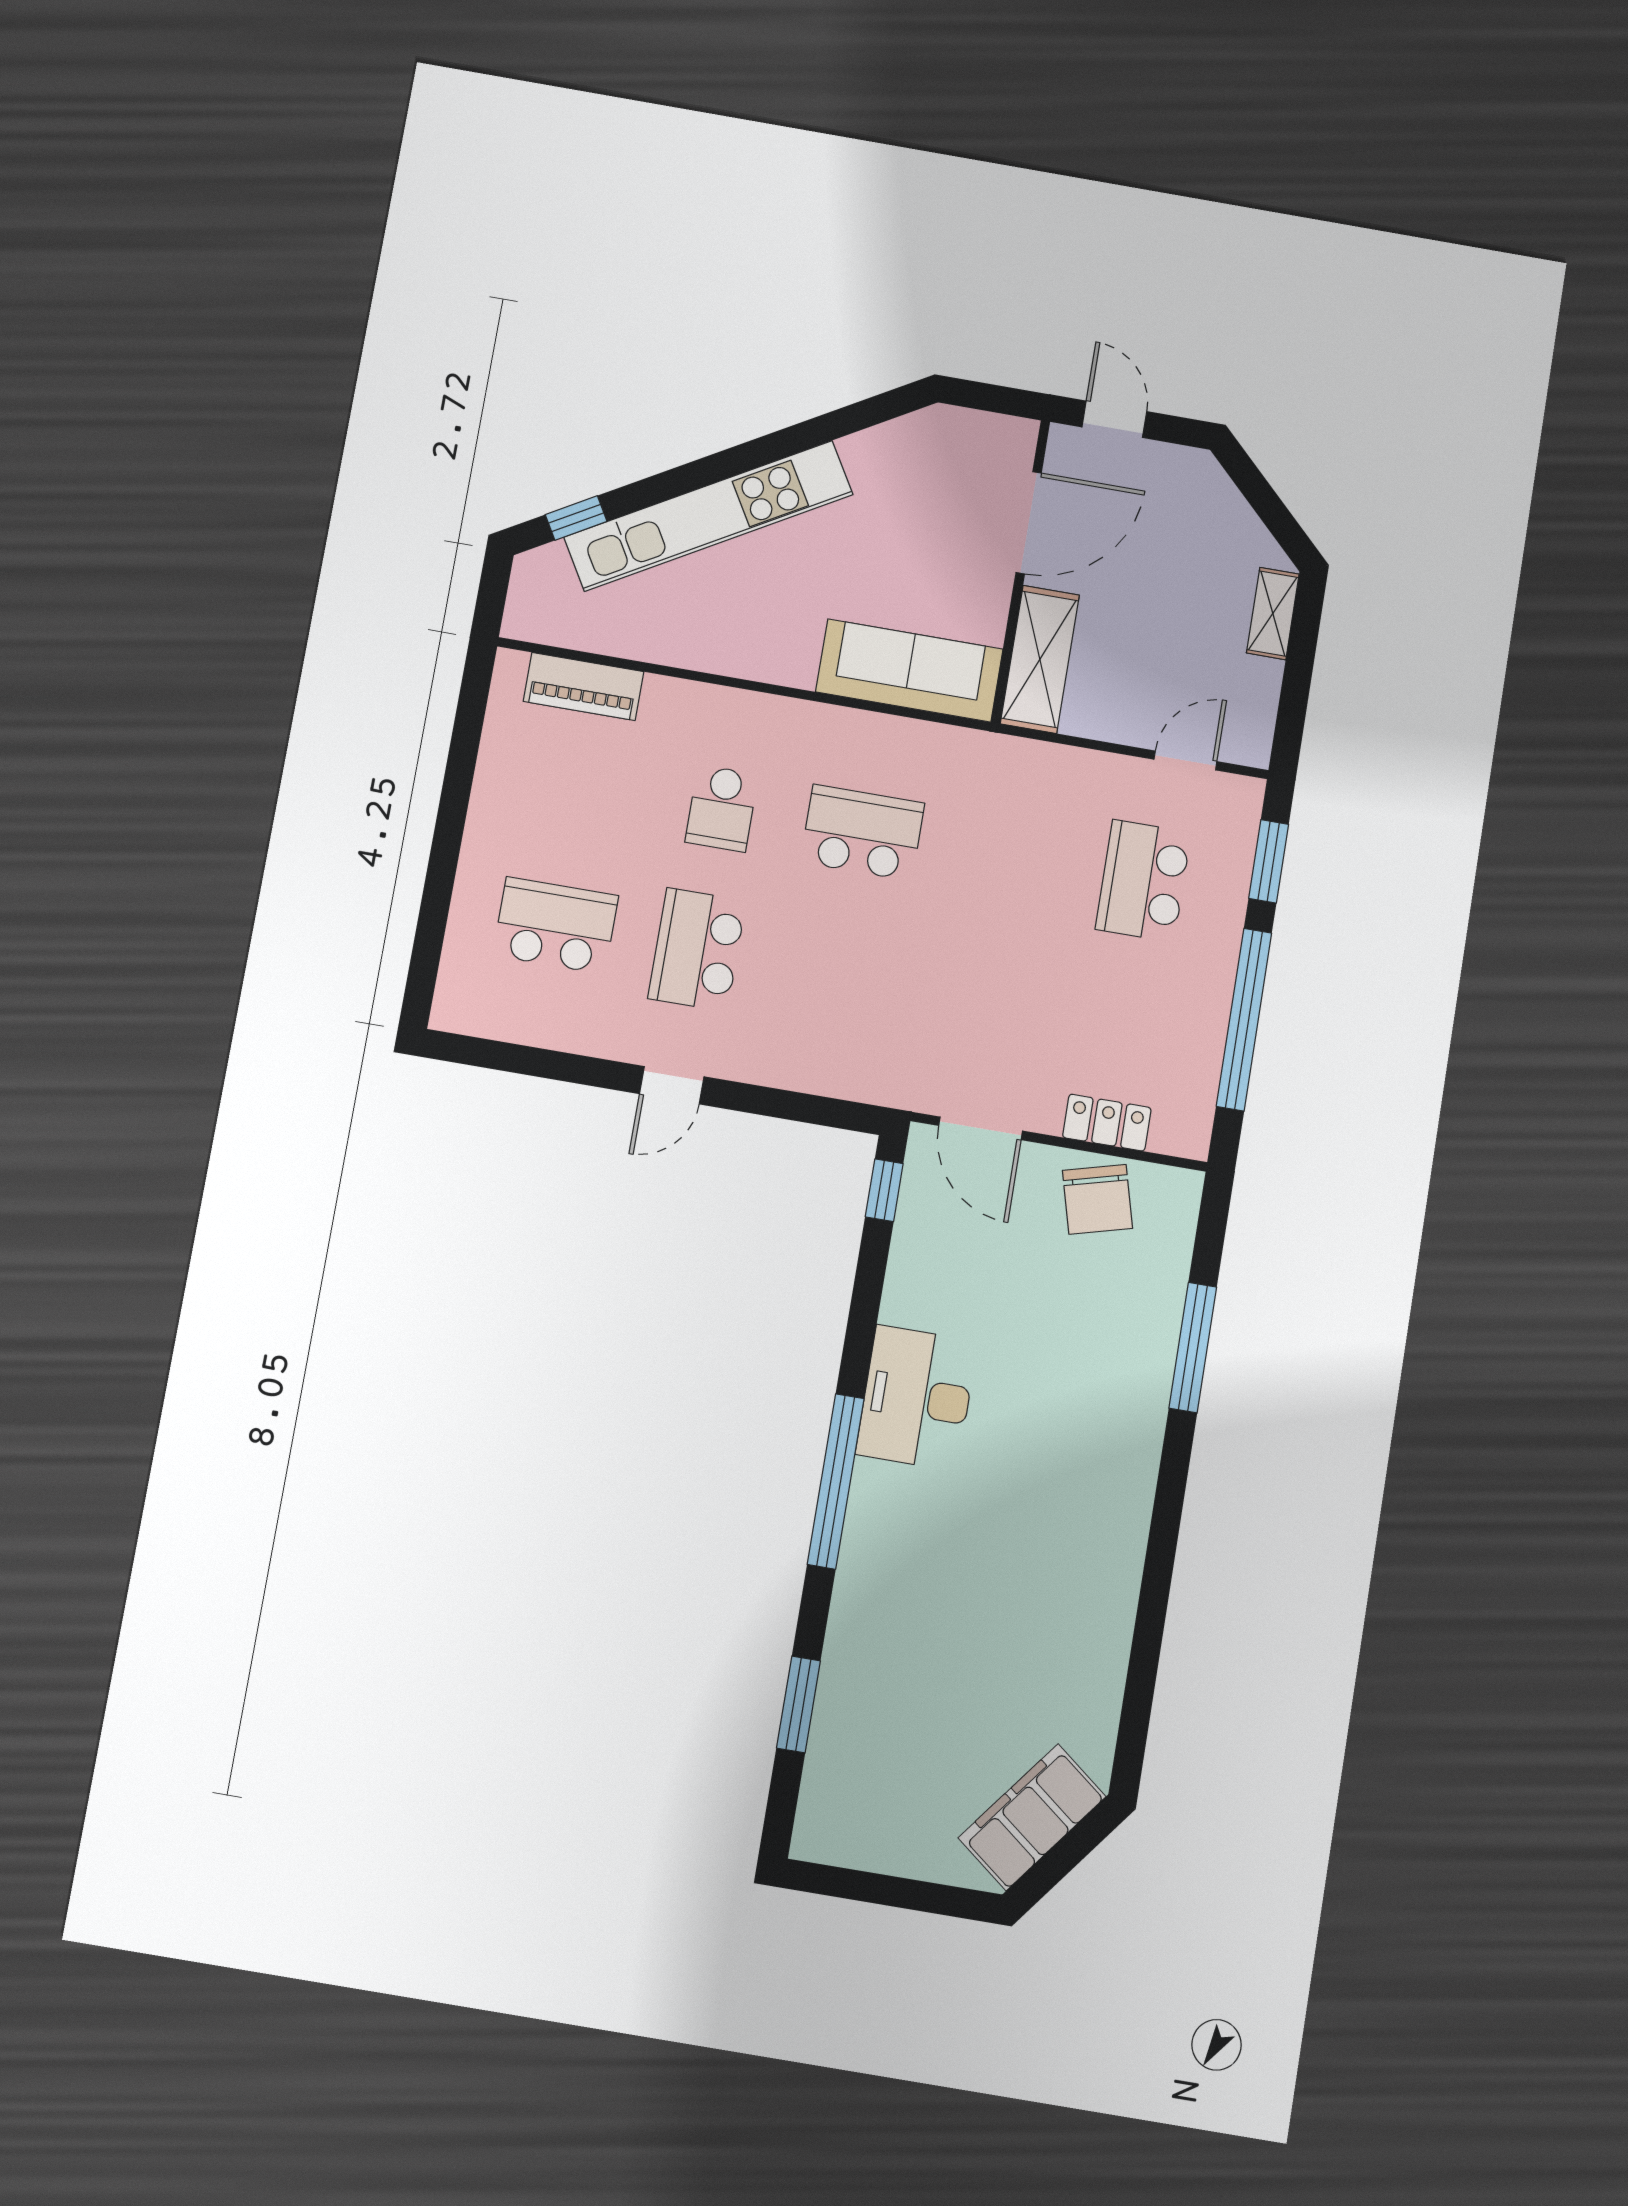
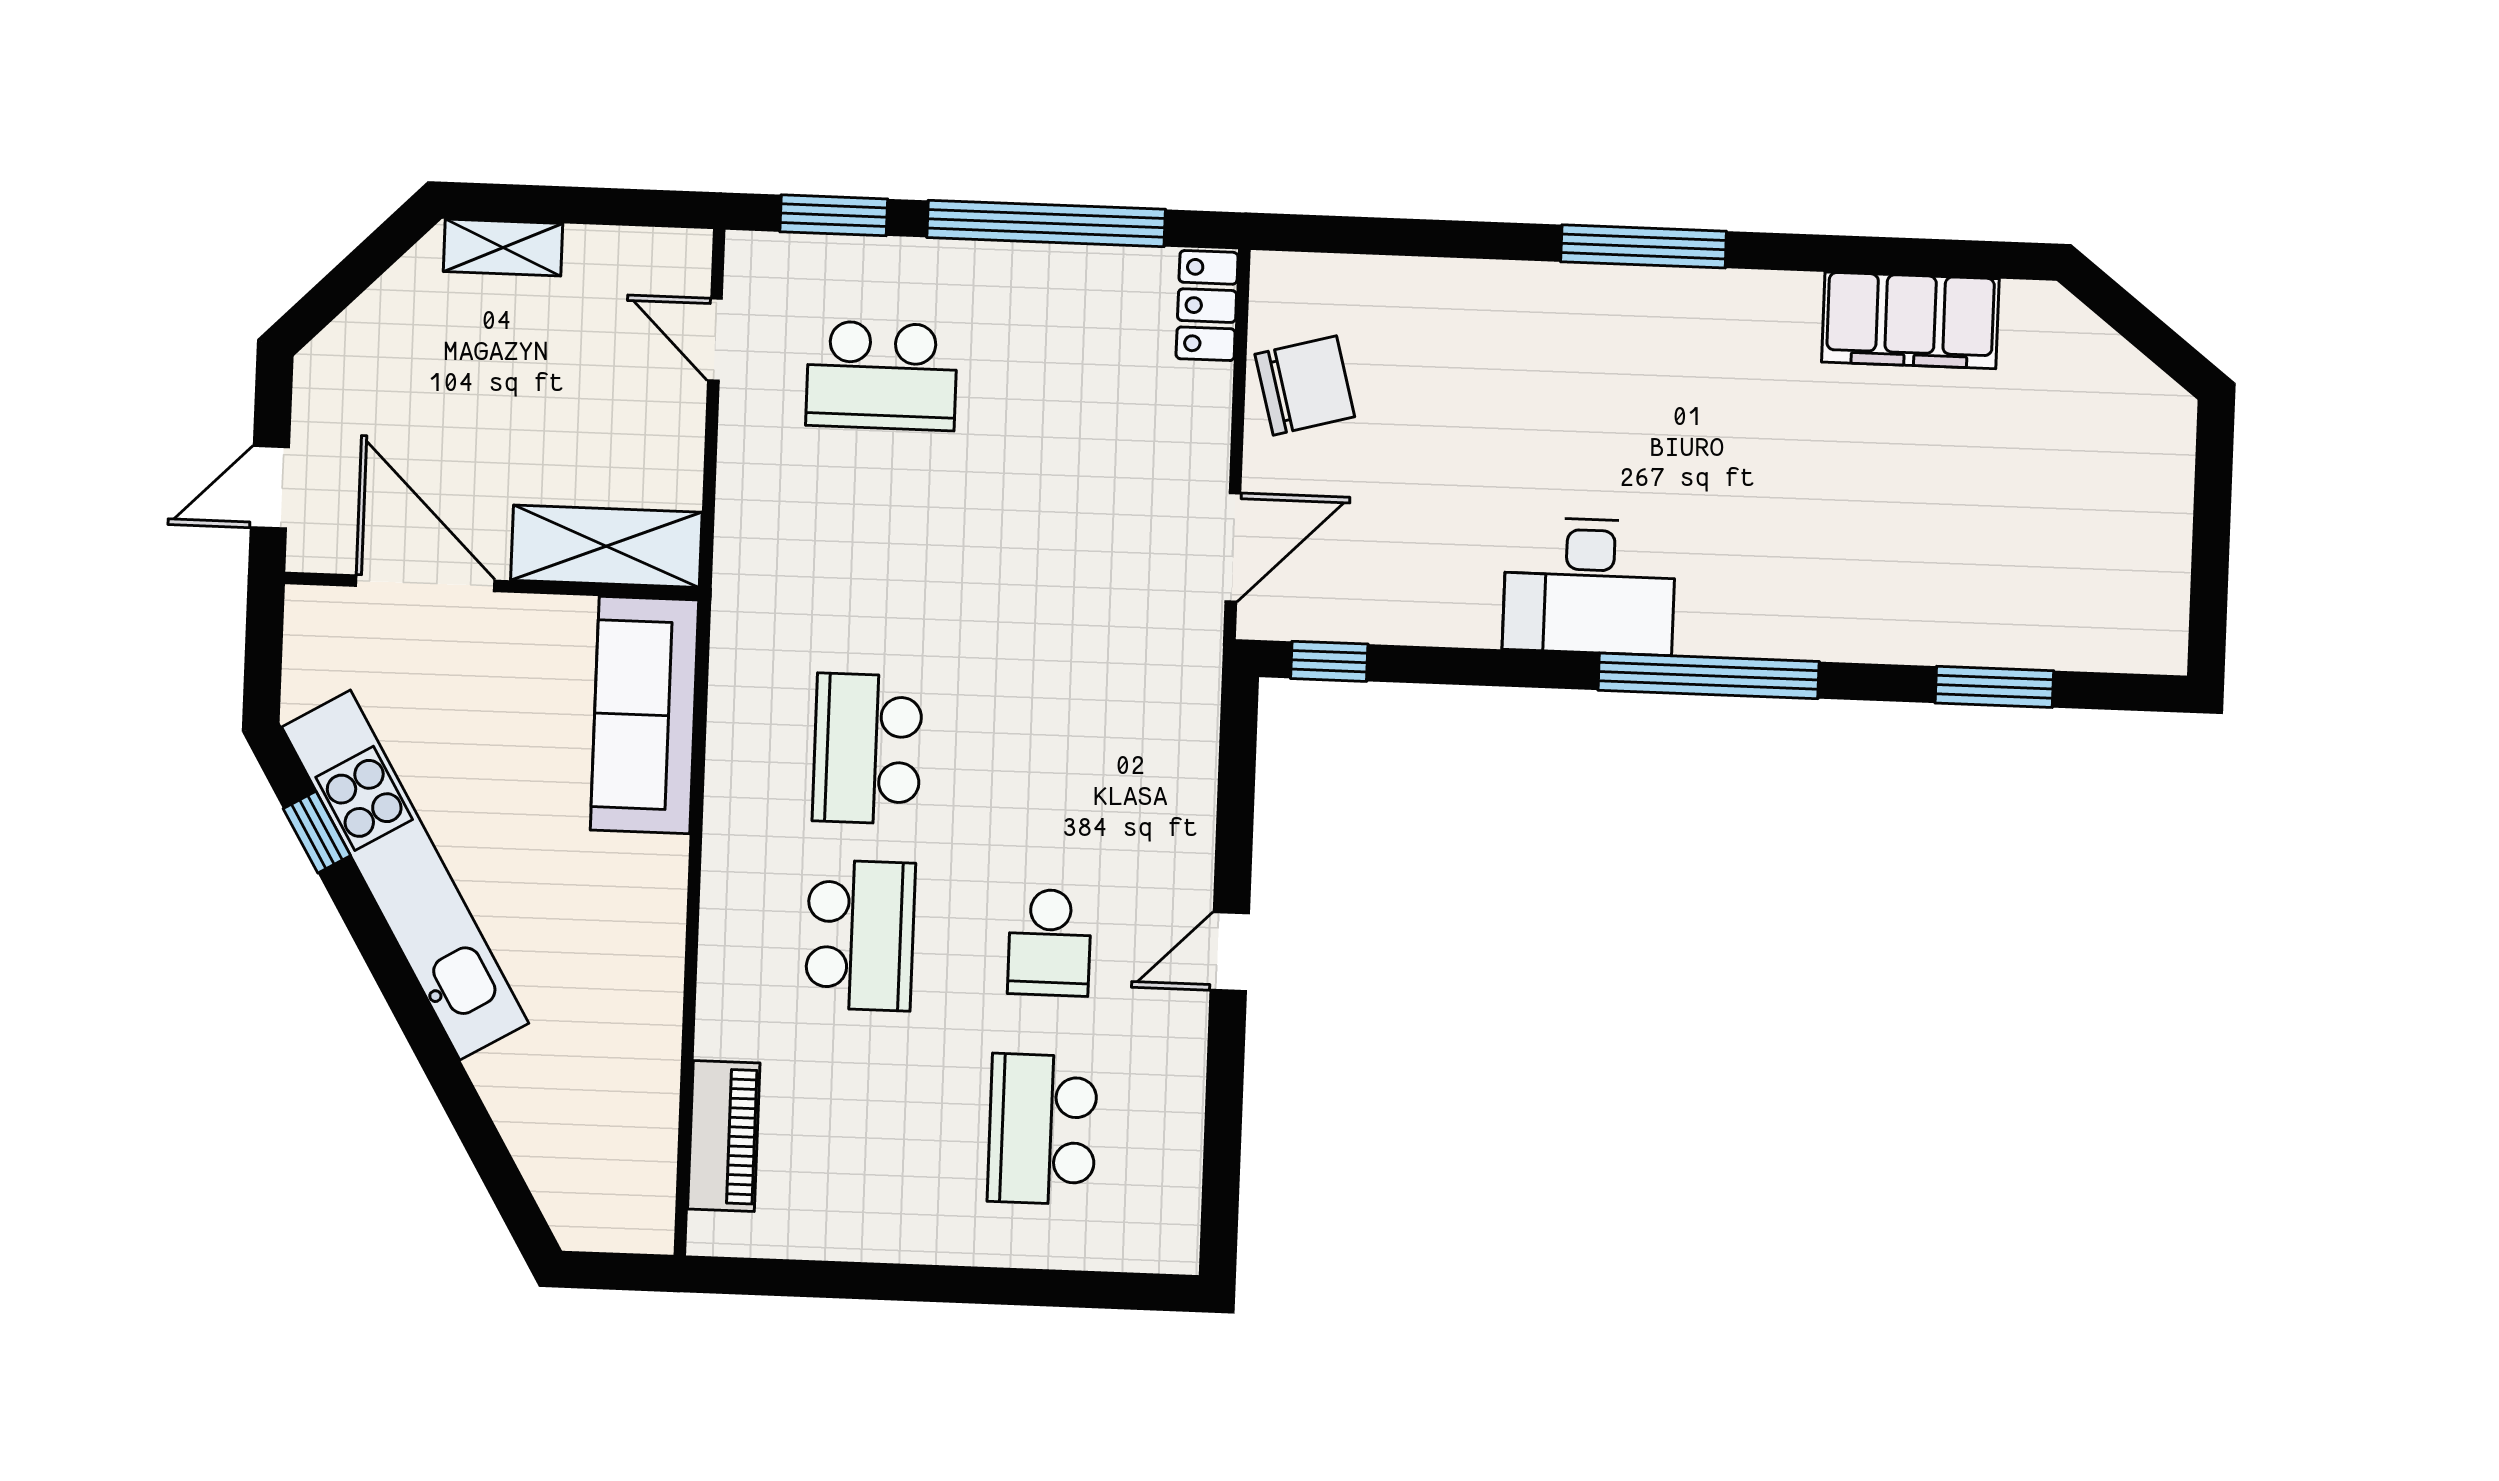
kitchen unit: (709, 516) -> (405, 875), moved
window: (576, 518) -> (317, 832), moved
school desk: (722, 808) -> (860, 935), width x1.85
school desk: (697, 950) -> (1050, 943), width x0.54
door: (672, 1085) -> (1230, 952), swing flipped
locker: (1107, 1123) -> (1207, 306), moved
window: (1193, 1347) -> (1644, 246), moved
filing cabinet: (1032, 1817) -> (1910, 320), moved, turned -38

